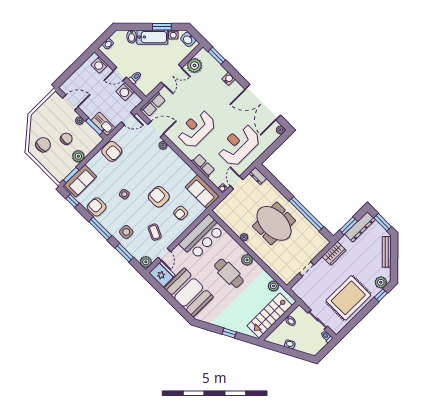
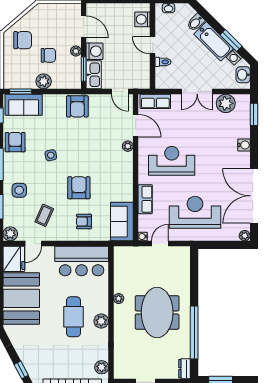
washing machine: (125, 92) -> (95, 51), moved, turned 180
dresser: (258, 176) -> (185, 369), moved

